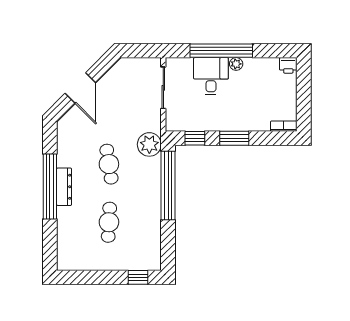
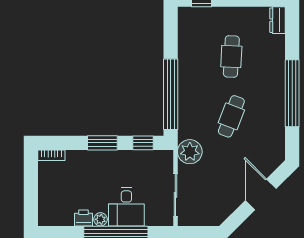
printer: (288, 65) -> (83, 218), moved
plant: (149, 144) -> (190, 152), moved
cafe table: (109, 164) -> (231, 116), turned 30
dresser: (64, 187) -> (278, 20), moved, width x0.70

